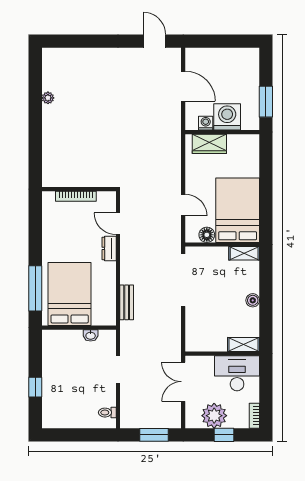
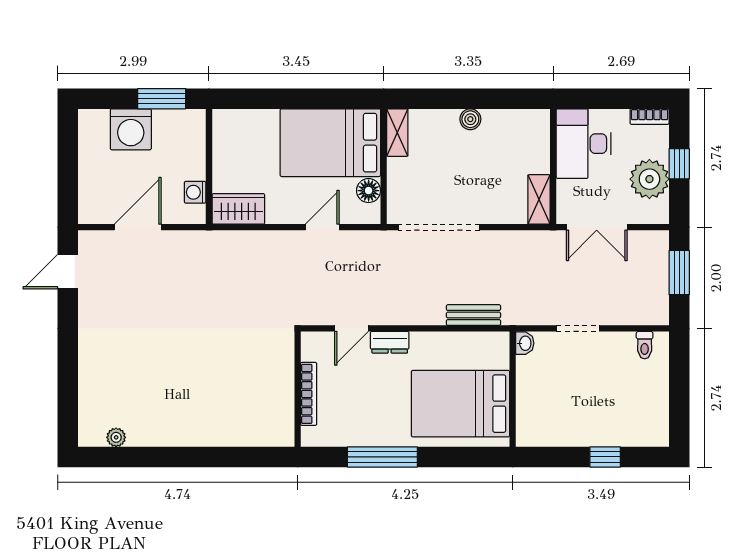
plant: (48, 98) -> (116, 437), moved
washing machine: (227, 117) -> (131, 129), moved, turned -90
wardrobe: (209, 144) -> (238, 209), moved, turned -90
window: (35, 288) -> (382, 457), moved
washbasin: (91, 335) -> (525, 343), moved
shelving: (244, 345) -> (539, 199), moved

